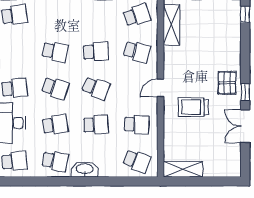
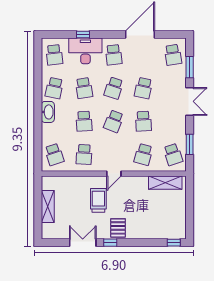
pallet: (227, 83) -> (118, 228), turned 90
door: (160, 88) -> (114, 174), swing flipped
school desk: (137, 161) -> (54, 154), turned -39
shelving: (183, 169) -> (48, 206), moved

